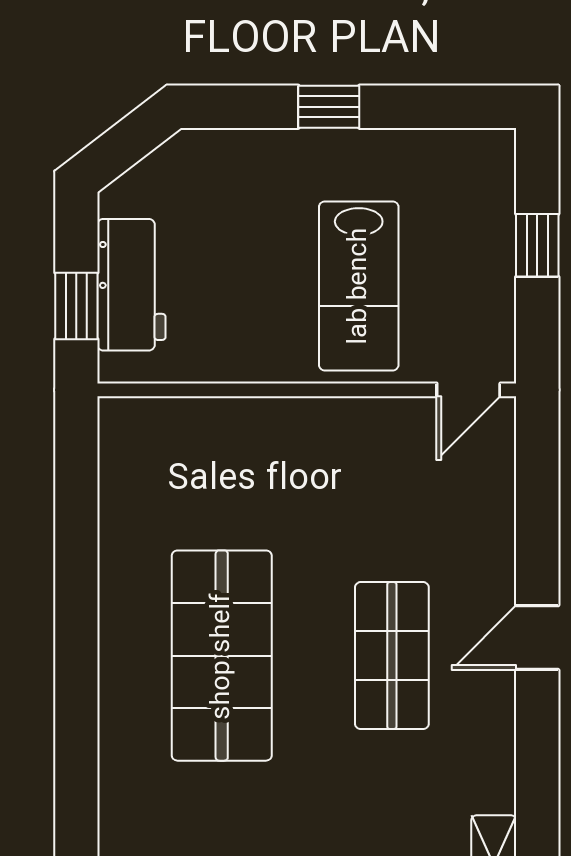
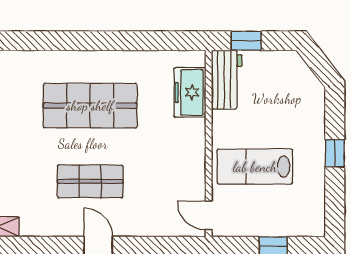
workbench: (131, 285) -> (227, 79), moved, turned -90
freezer: (192, 432) -> (190, 92), added

